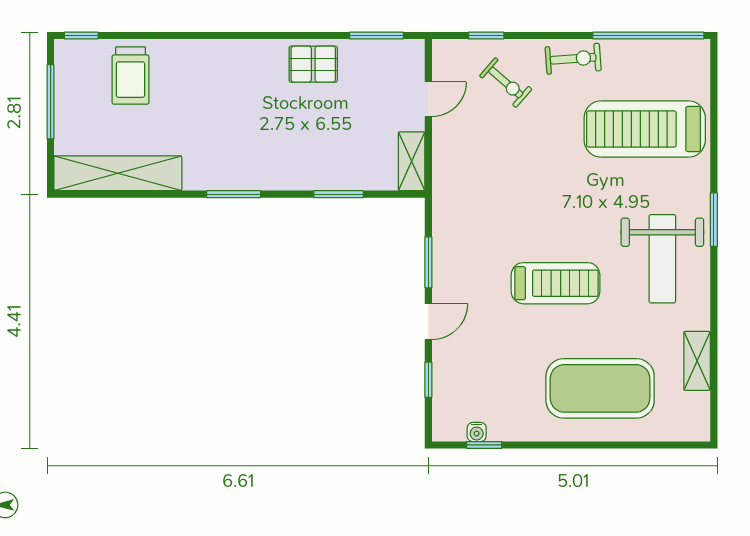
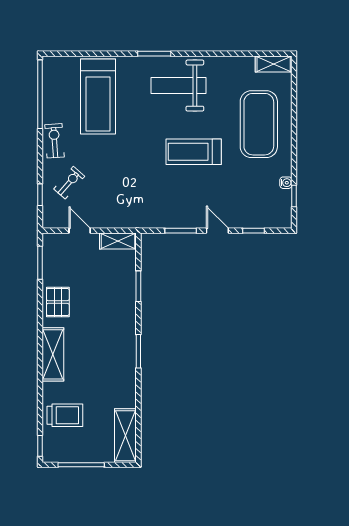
shelving: (229, 56) -> (53, 354), added
shelving: (118, 173) -> (125, 436), width x0.68
weight bench: (662, 259) -> (178, 86), turned 180
treadmill: (556, 283) -> (194, 152), turned -90
shelving: (697, 361) -> (274, 64), moved
water cooler: (477, 432) -> (286, 183), moved

